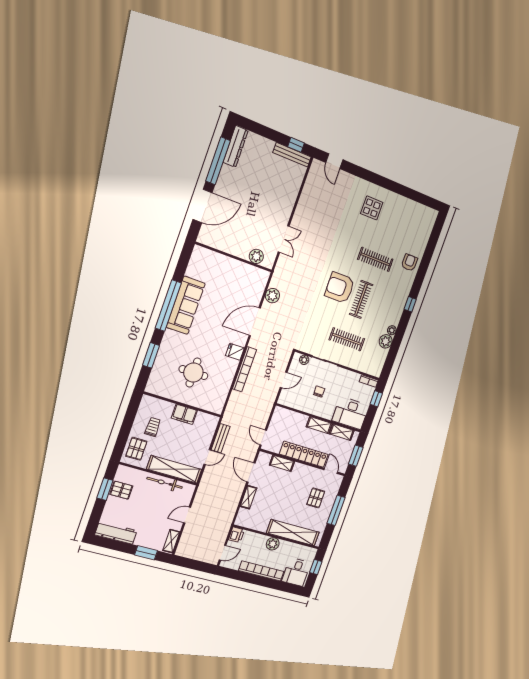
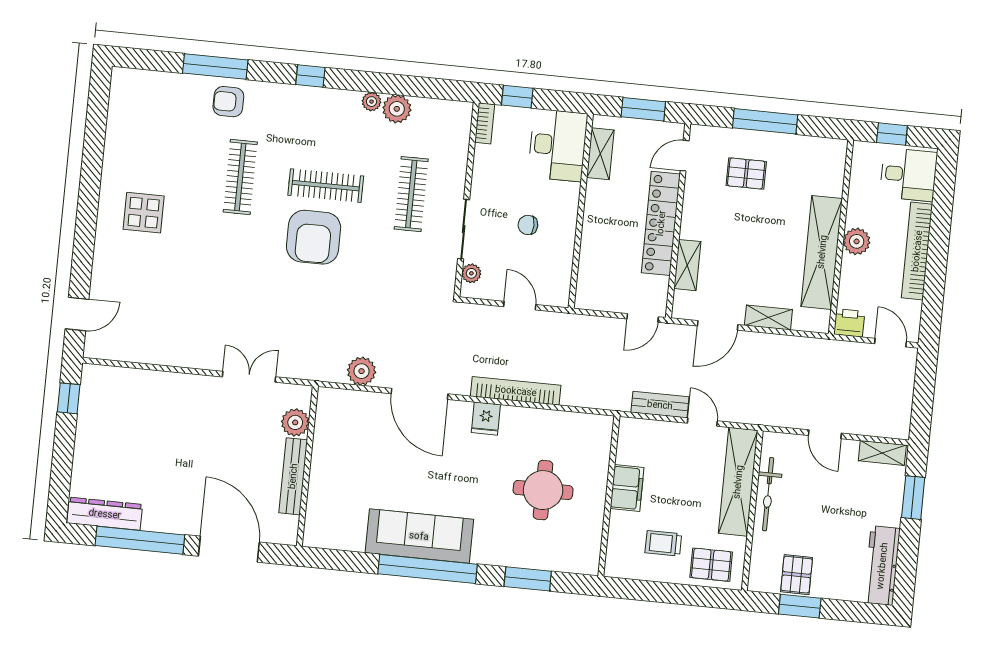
bench: (292, 155) -> (293, 476), moved
window: (426, 260) -> (215, 66), added
shelving: (319, 425) -> (595, 206), removed
shelving: (293, 533) -> (822, 252), moved

